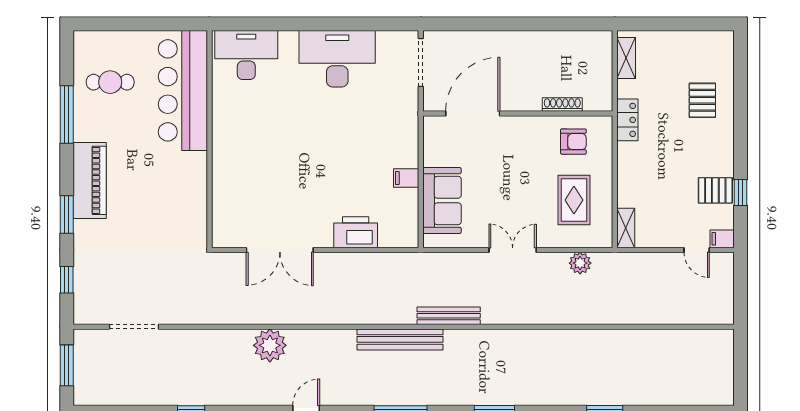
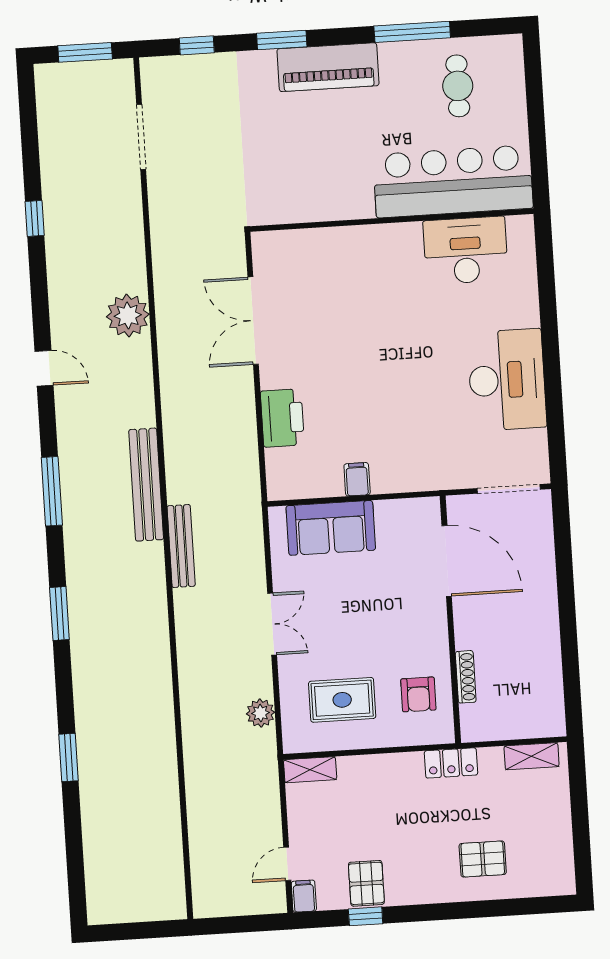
desk: (246, 55) -> (466, 250), moved, turned -90

